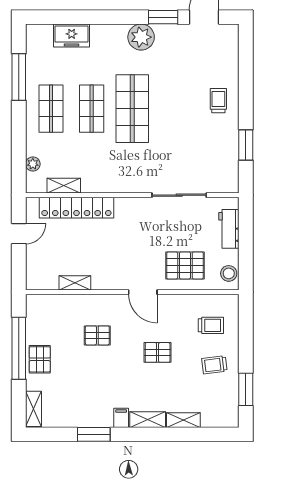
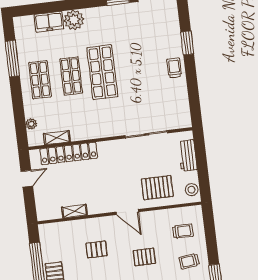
plant: (141, 37) -> (74, 20), moved
trolley: (218, 101) -> (174, 68), moved
window: (246, 145) -> (187, 43), moved

